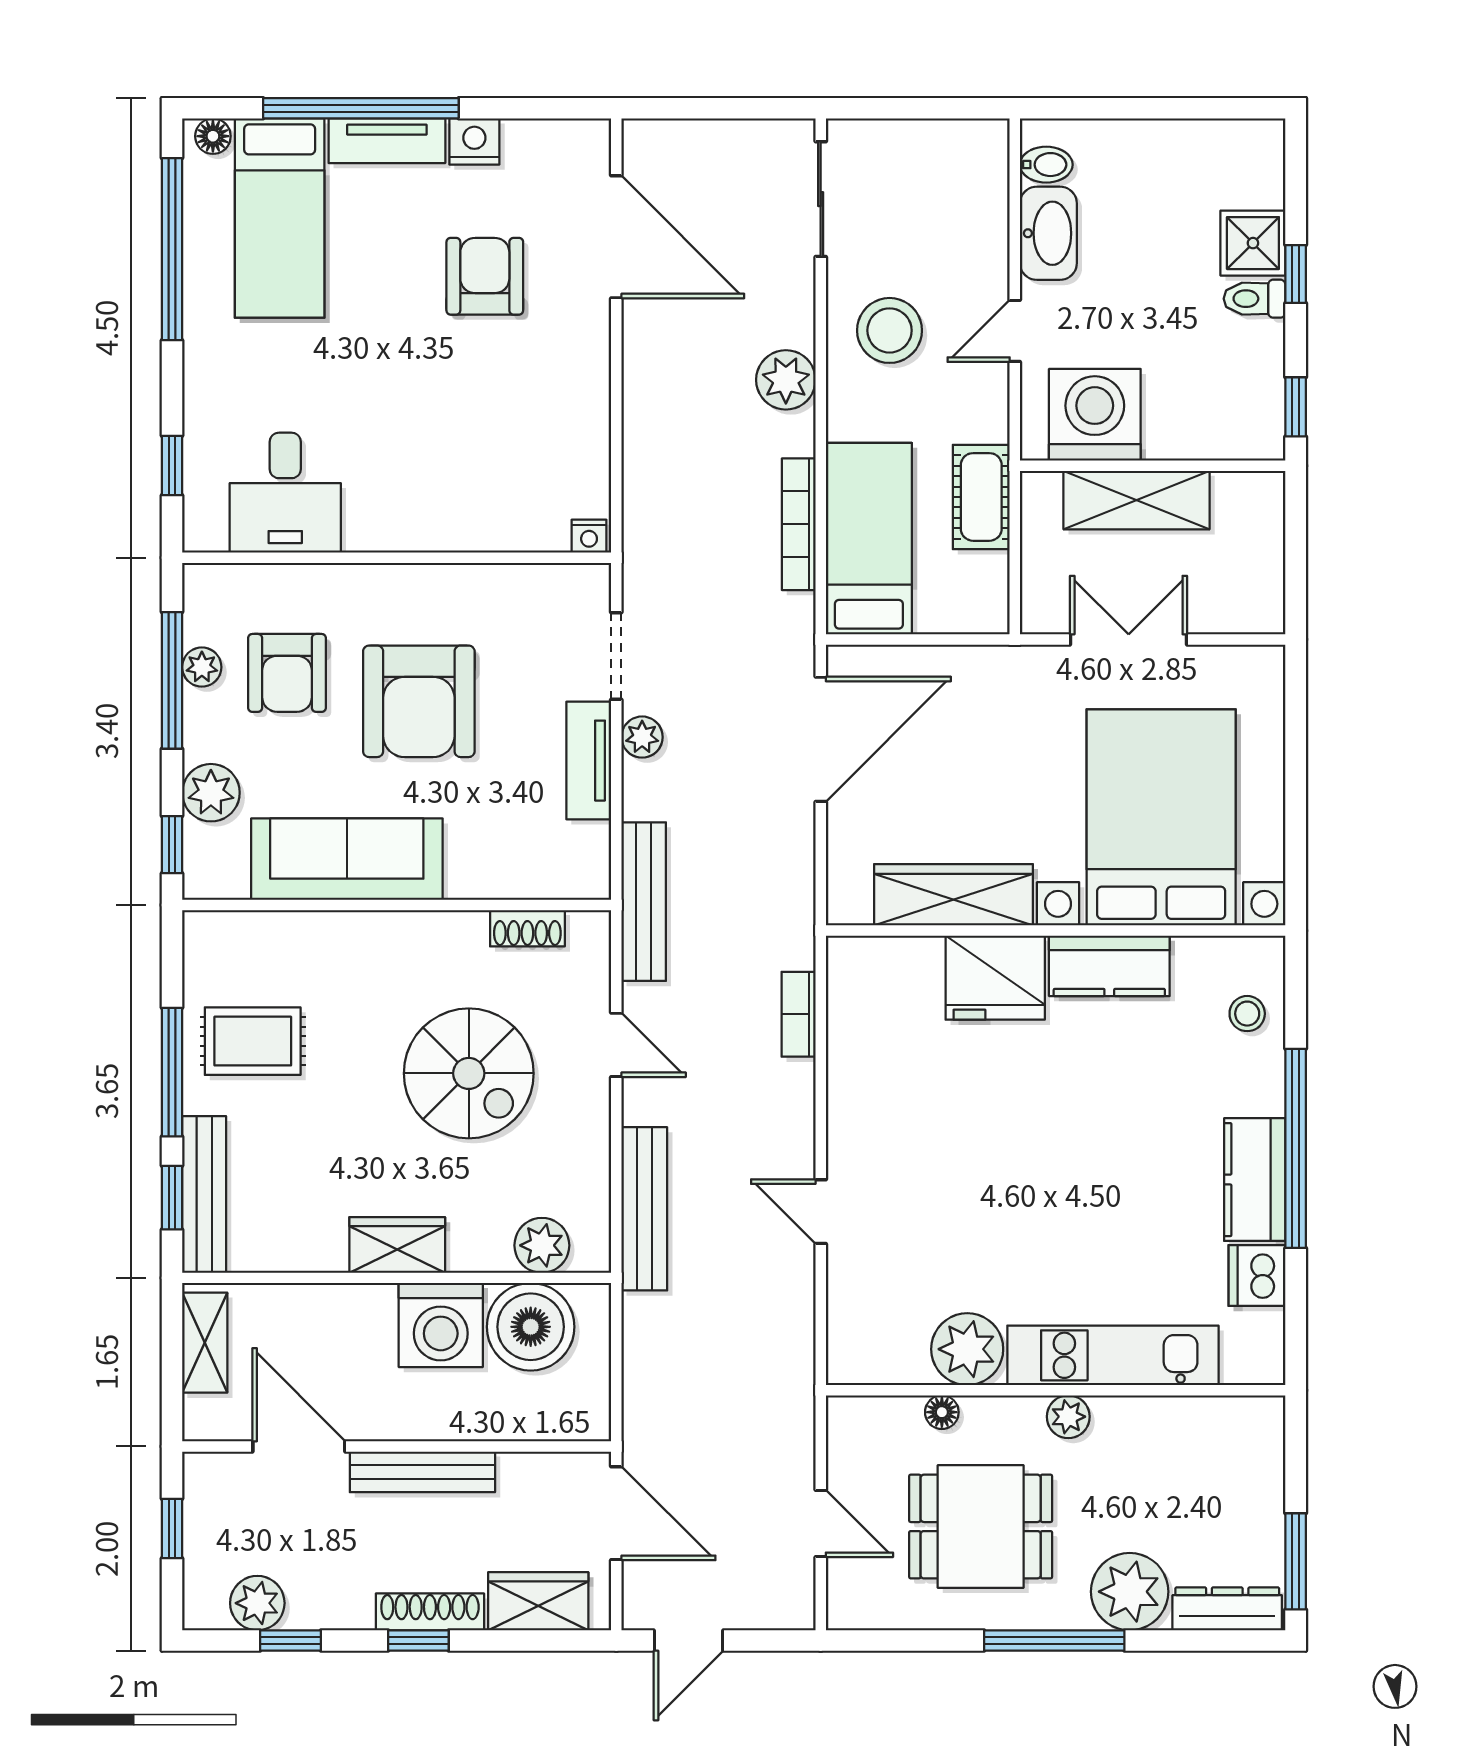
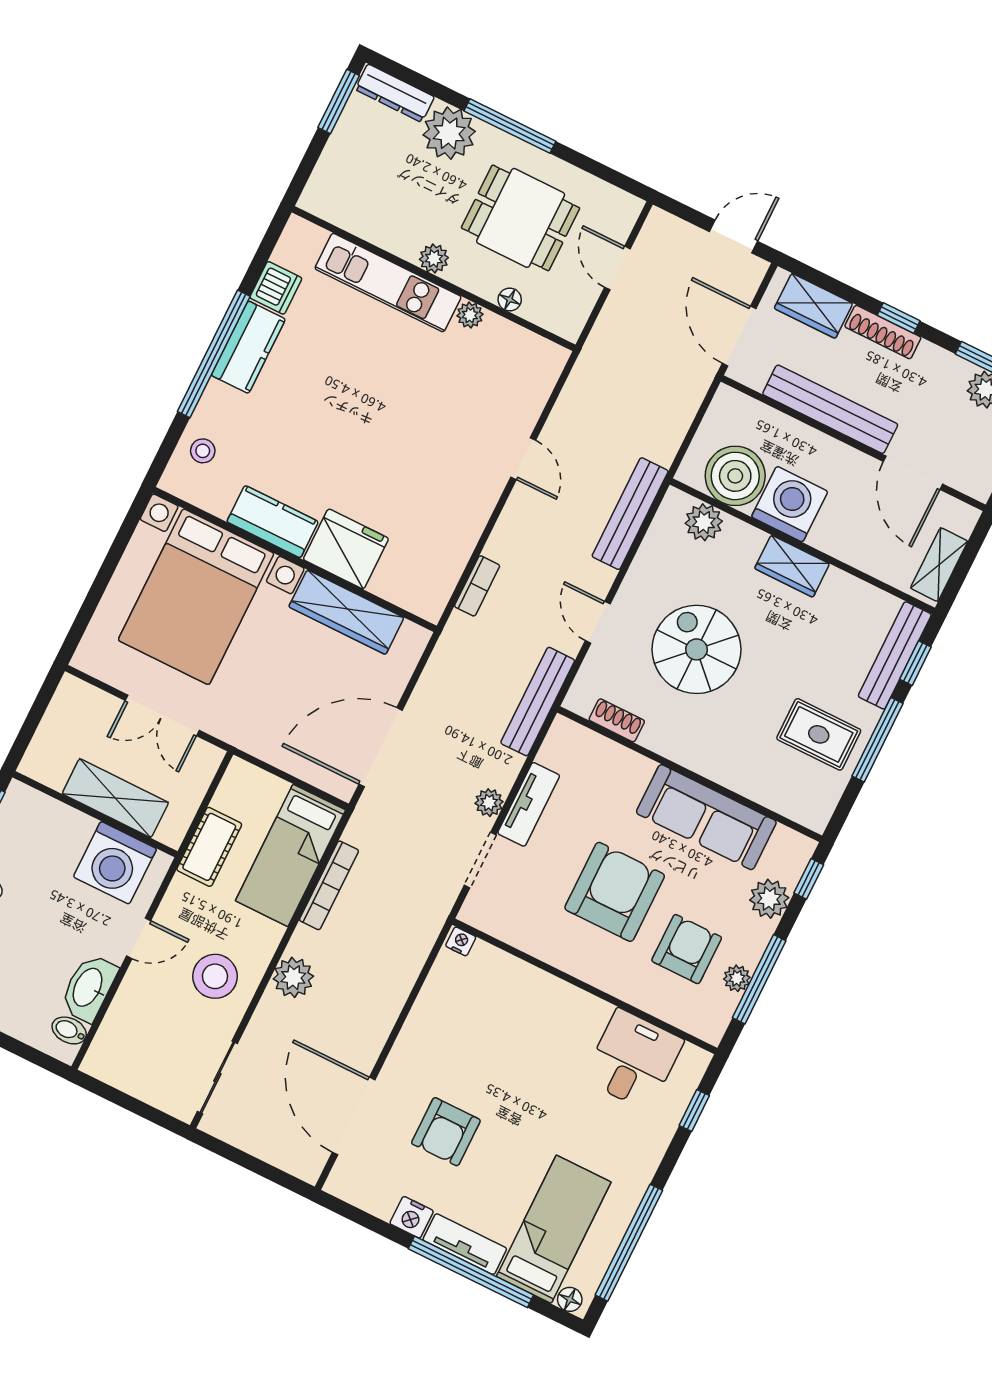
plant: (967, 1349) -> (470, 315), width x0.53, depth x0.53
bench: (422, 1472) -> (830, 409), width x1.37, depth x1.21

